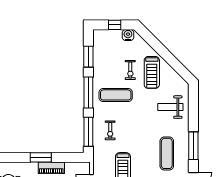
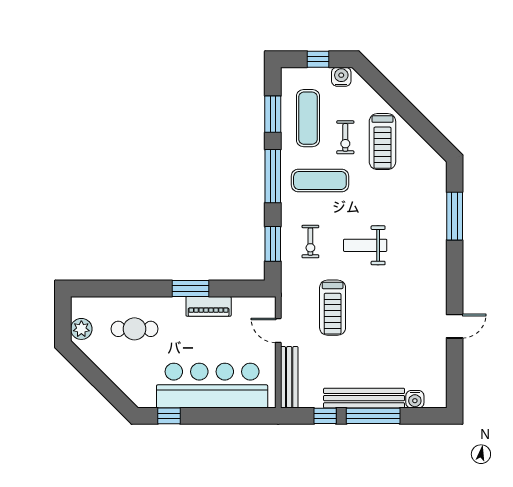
weight bench: (170, 107) -> (365, 245), moved
window: (88, 132) -> (273, 244), width x0.69
window: (193, 146) -> (455, 216), moved
exercise mat: (167, 153) -> (308, 118), moved

